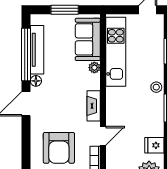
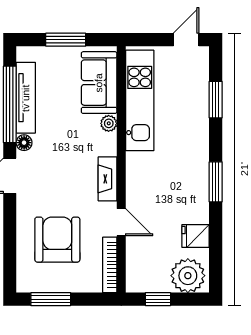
stool: (156, 87) -> (198, 152), removed
door: (103, 136) -> (121, 222), hinge flipped
armchair: (59, 148) -> (57, 240), turned 180

